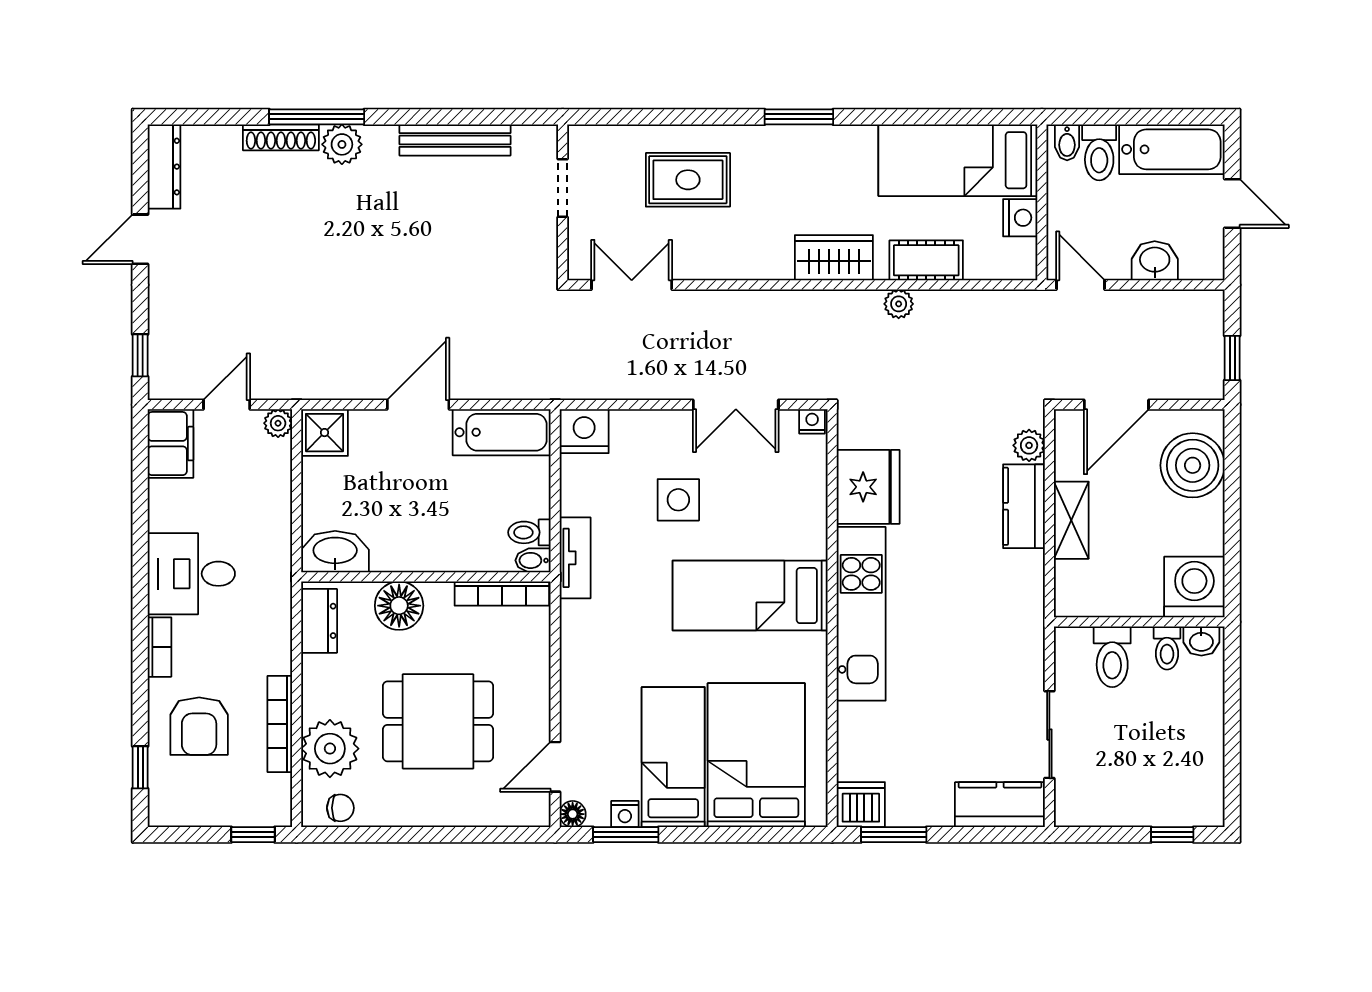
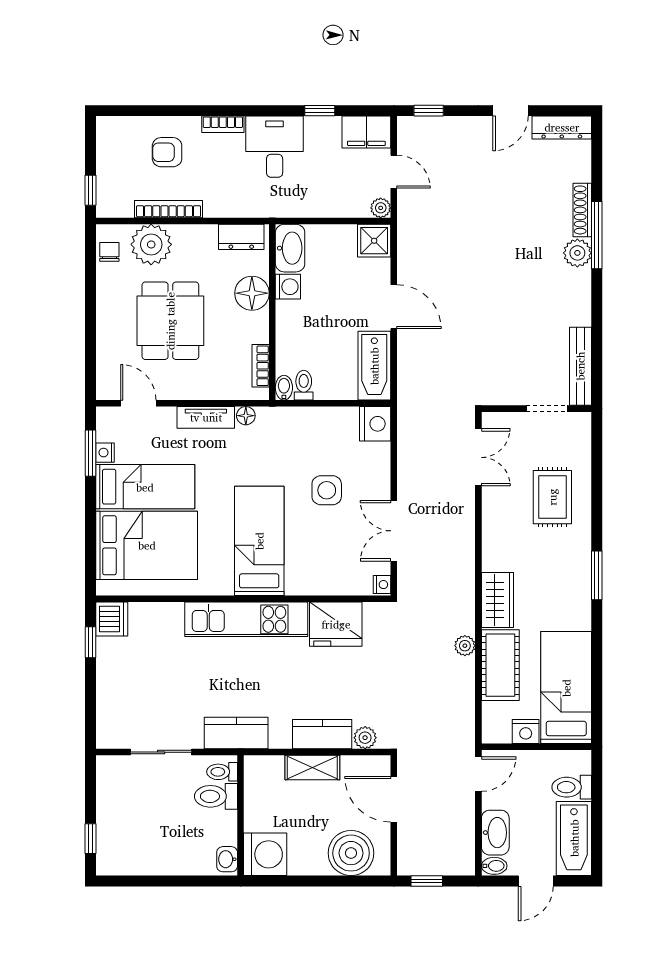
bench: (455, 140) -> (580, 366), moved
bidet: (1067, 142) -> (494, 866), moved, turned 180
door: (140, 239) -> (510, 111), swing flipped
cot: (926, 260) -> (500, 665), width x1.37, depth x1.34
washbasin: (1155, 261) -> (495, 833), width x1.38
washing machine: (390, 555) -> (288, 287), added
tv unit: (575, 558) -> (206, 417), moved
bookcase: (502, 594) -> (261, 366), width x0.64
toilet: (1167, 648) -> (222, 772), moved
armchair: (199, 726) -> (167, 152), width x0.72, depth x0.72
window: (140, 767) -> (320, 111), moved
kitchen counter: (1000, 805) -> (236, 733), moved, turned -90
chair: (340, 808) -> (109, 252), turned 180
floor lamp: (573, 814) -> (246, 416), moved
window: (894, 835) -> (90, 642), width x0.67

